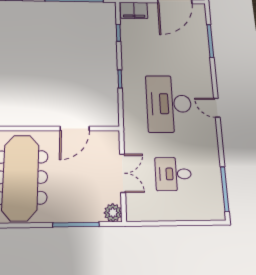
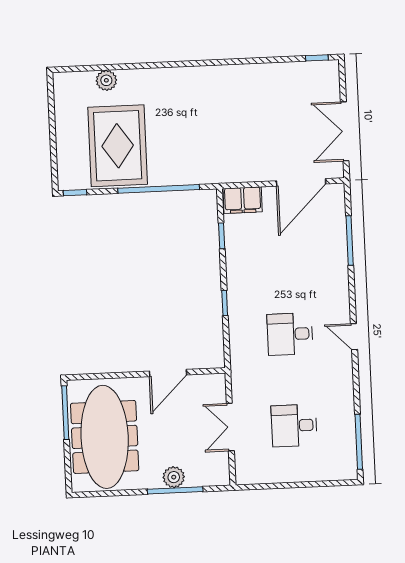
desk: (169, 104) -> (290, 334), width x0.53, depth x0.77
double door: (123, 173) -> (230, 427), swing flipped
plant: (113, 213) -> (174, 477), moved

